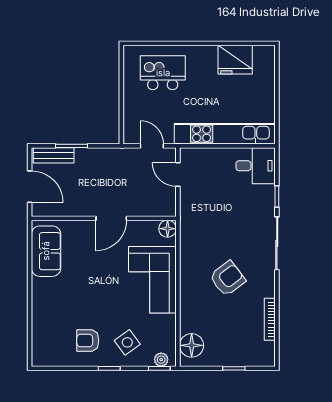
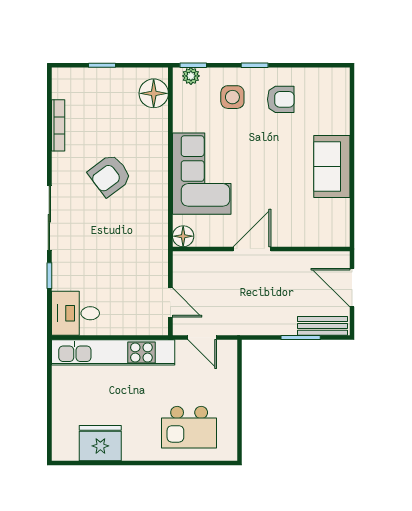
sofa: (46, 251) -> (332, 166), moved
side table: (127, 342) -> (232, 97), turned 36

